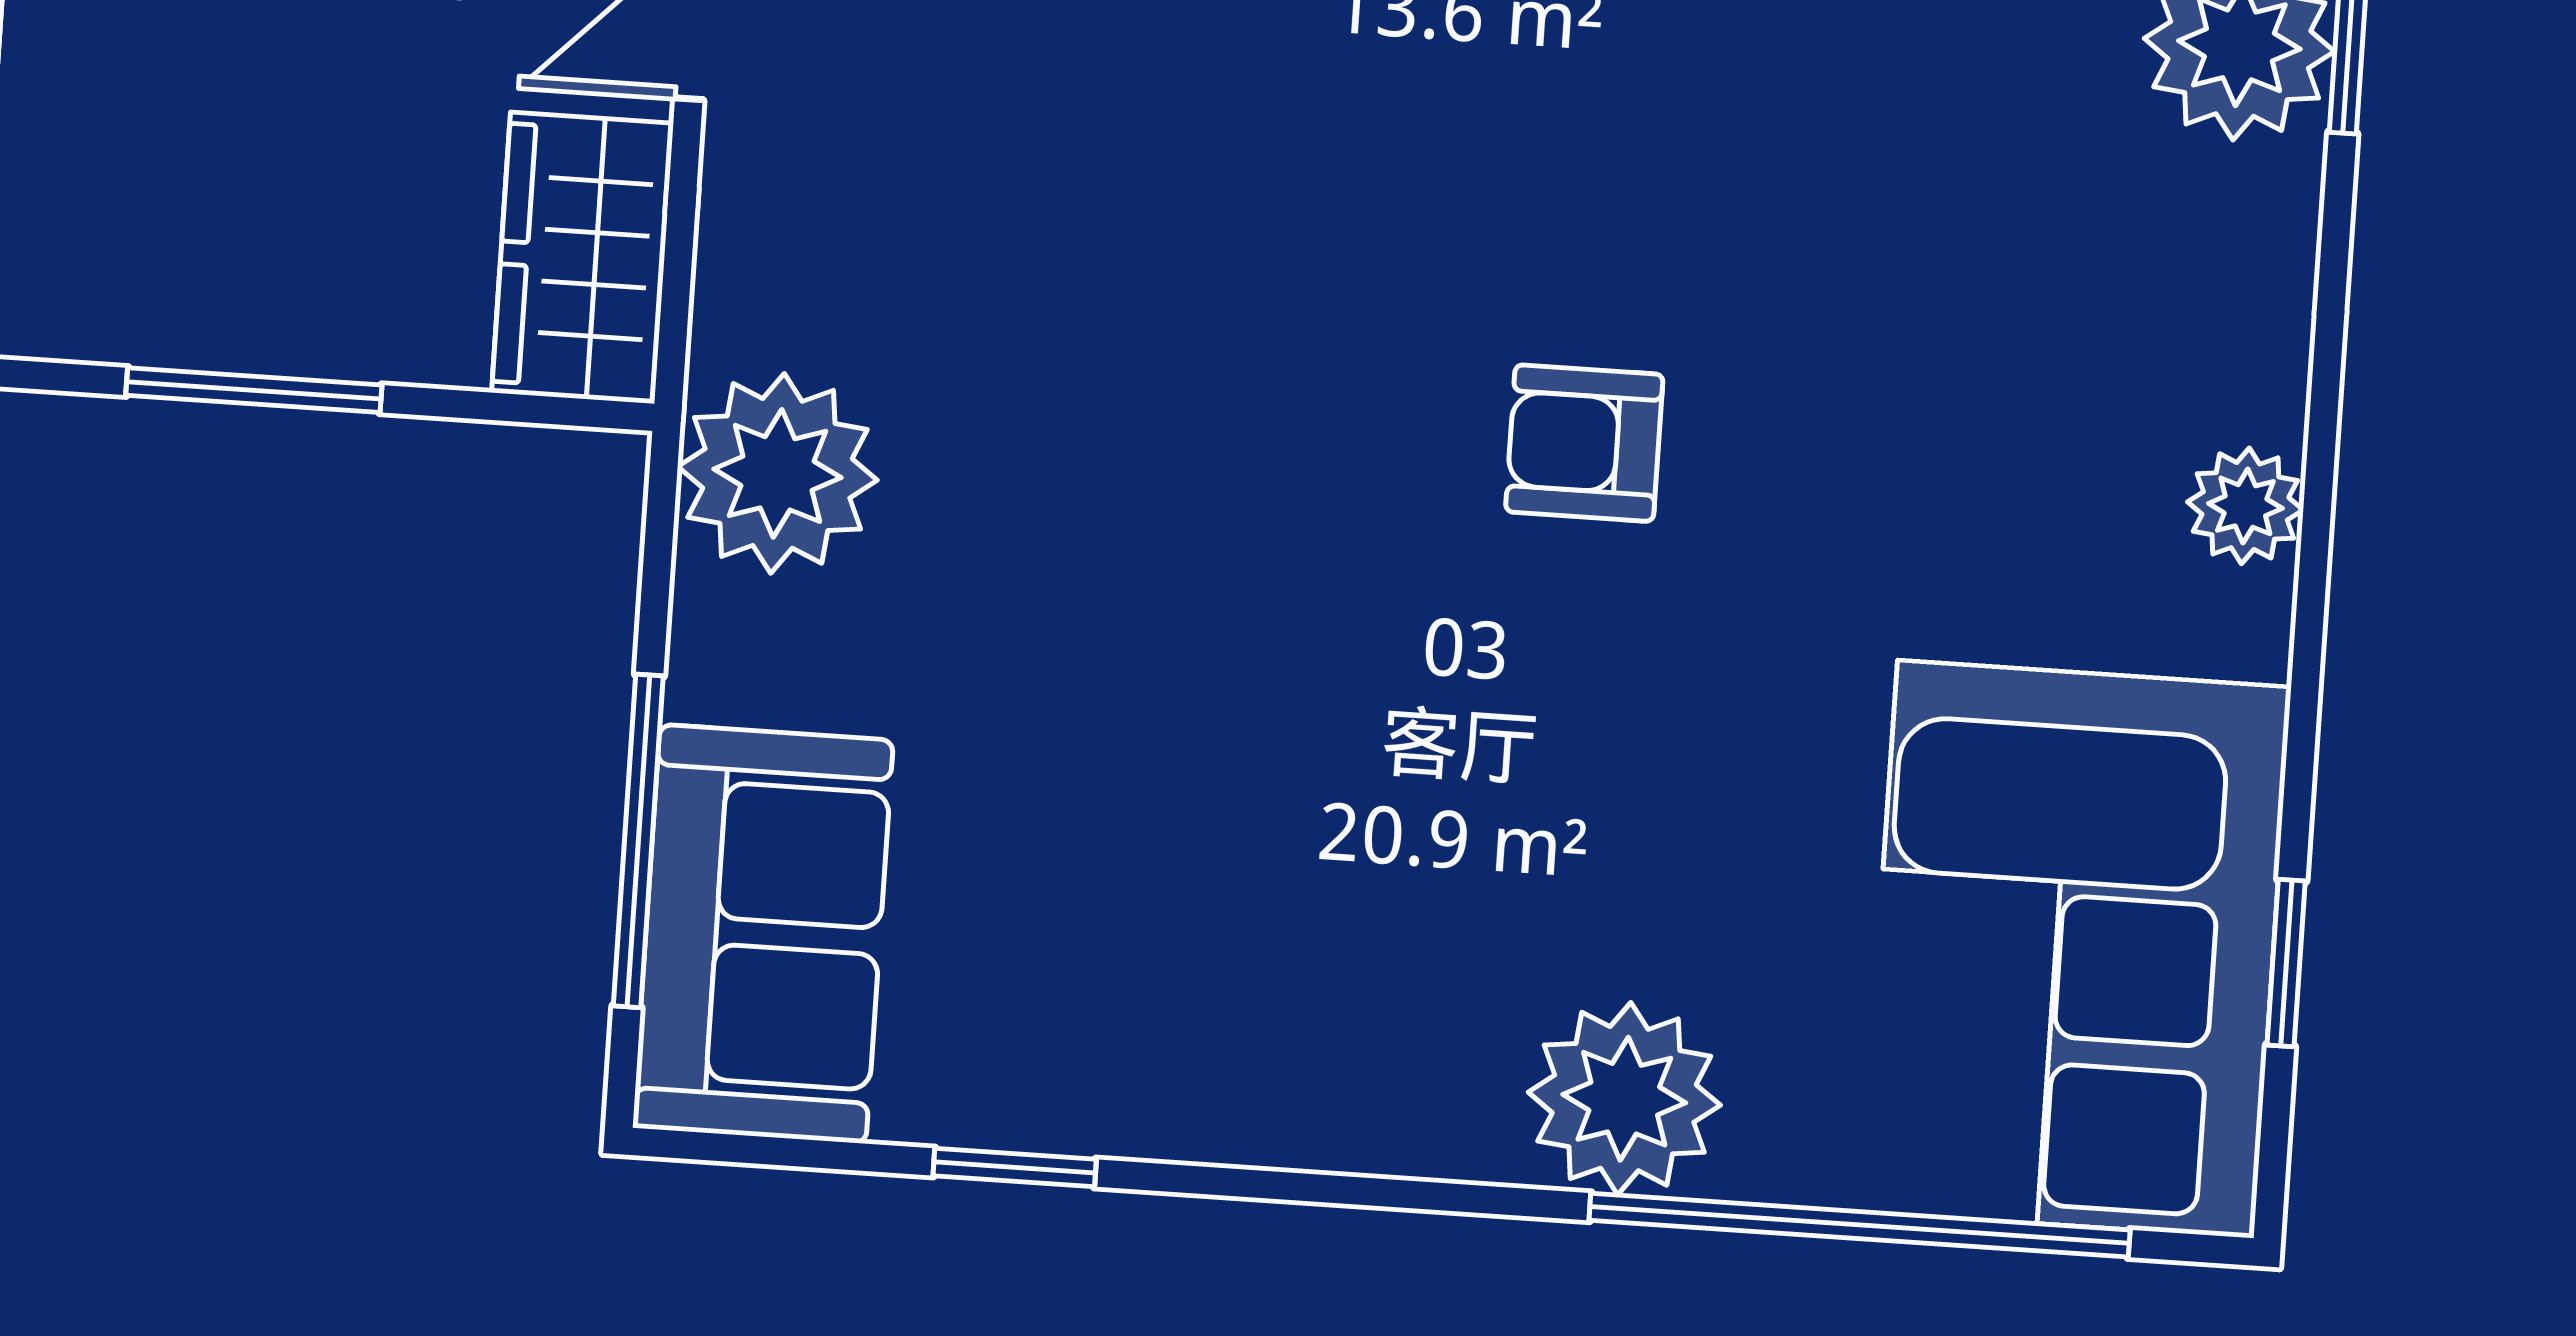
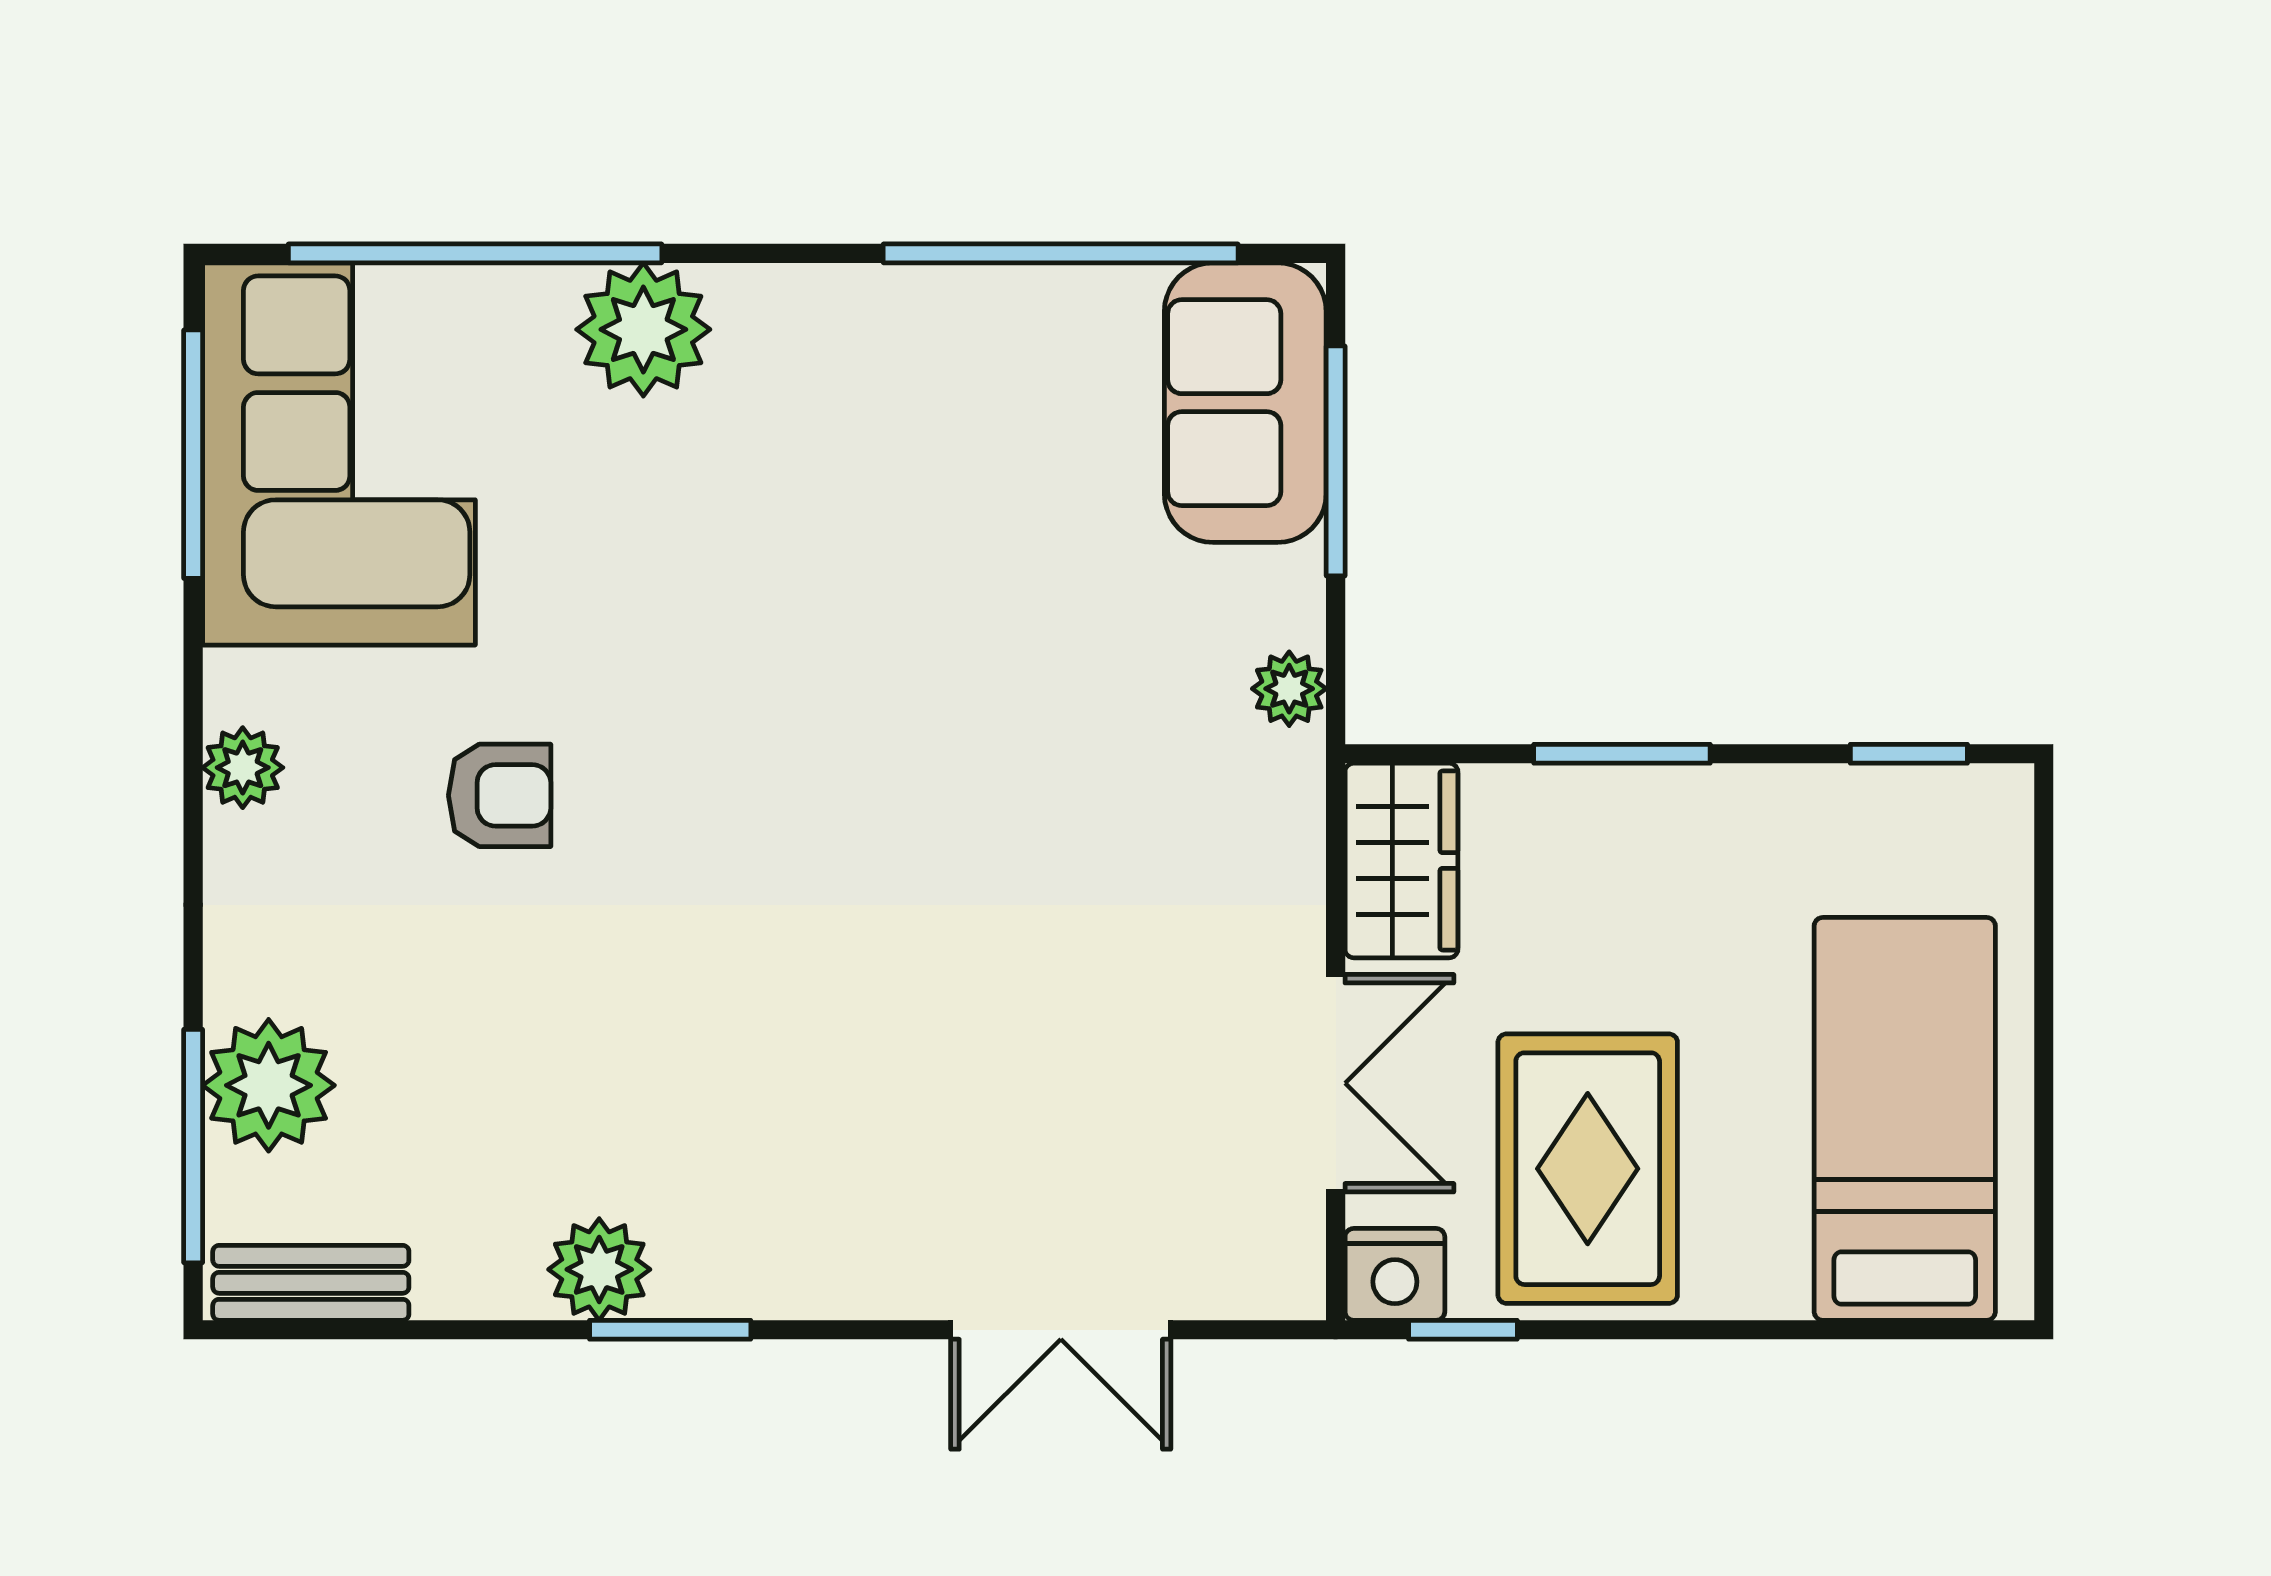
armchair: (1584, 443) -> (500, 795), moved
plant: (777, 473) -> (1289, 689), width x0.53, depth x0.53
window: (2286, 963) -> (193, 454), width x2.17
window: (1015, 1167) -> (1061, 253), width x3.17

